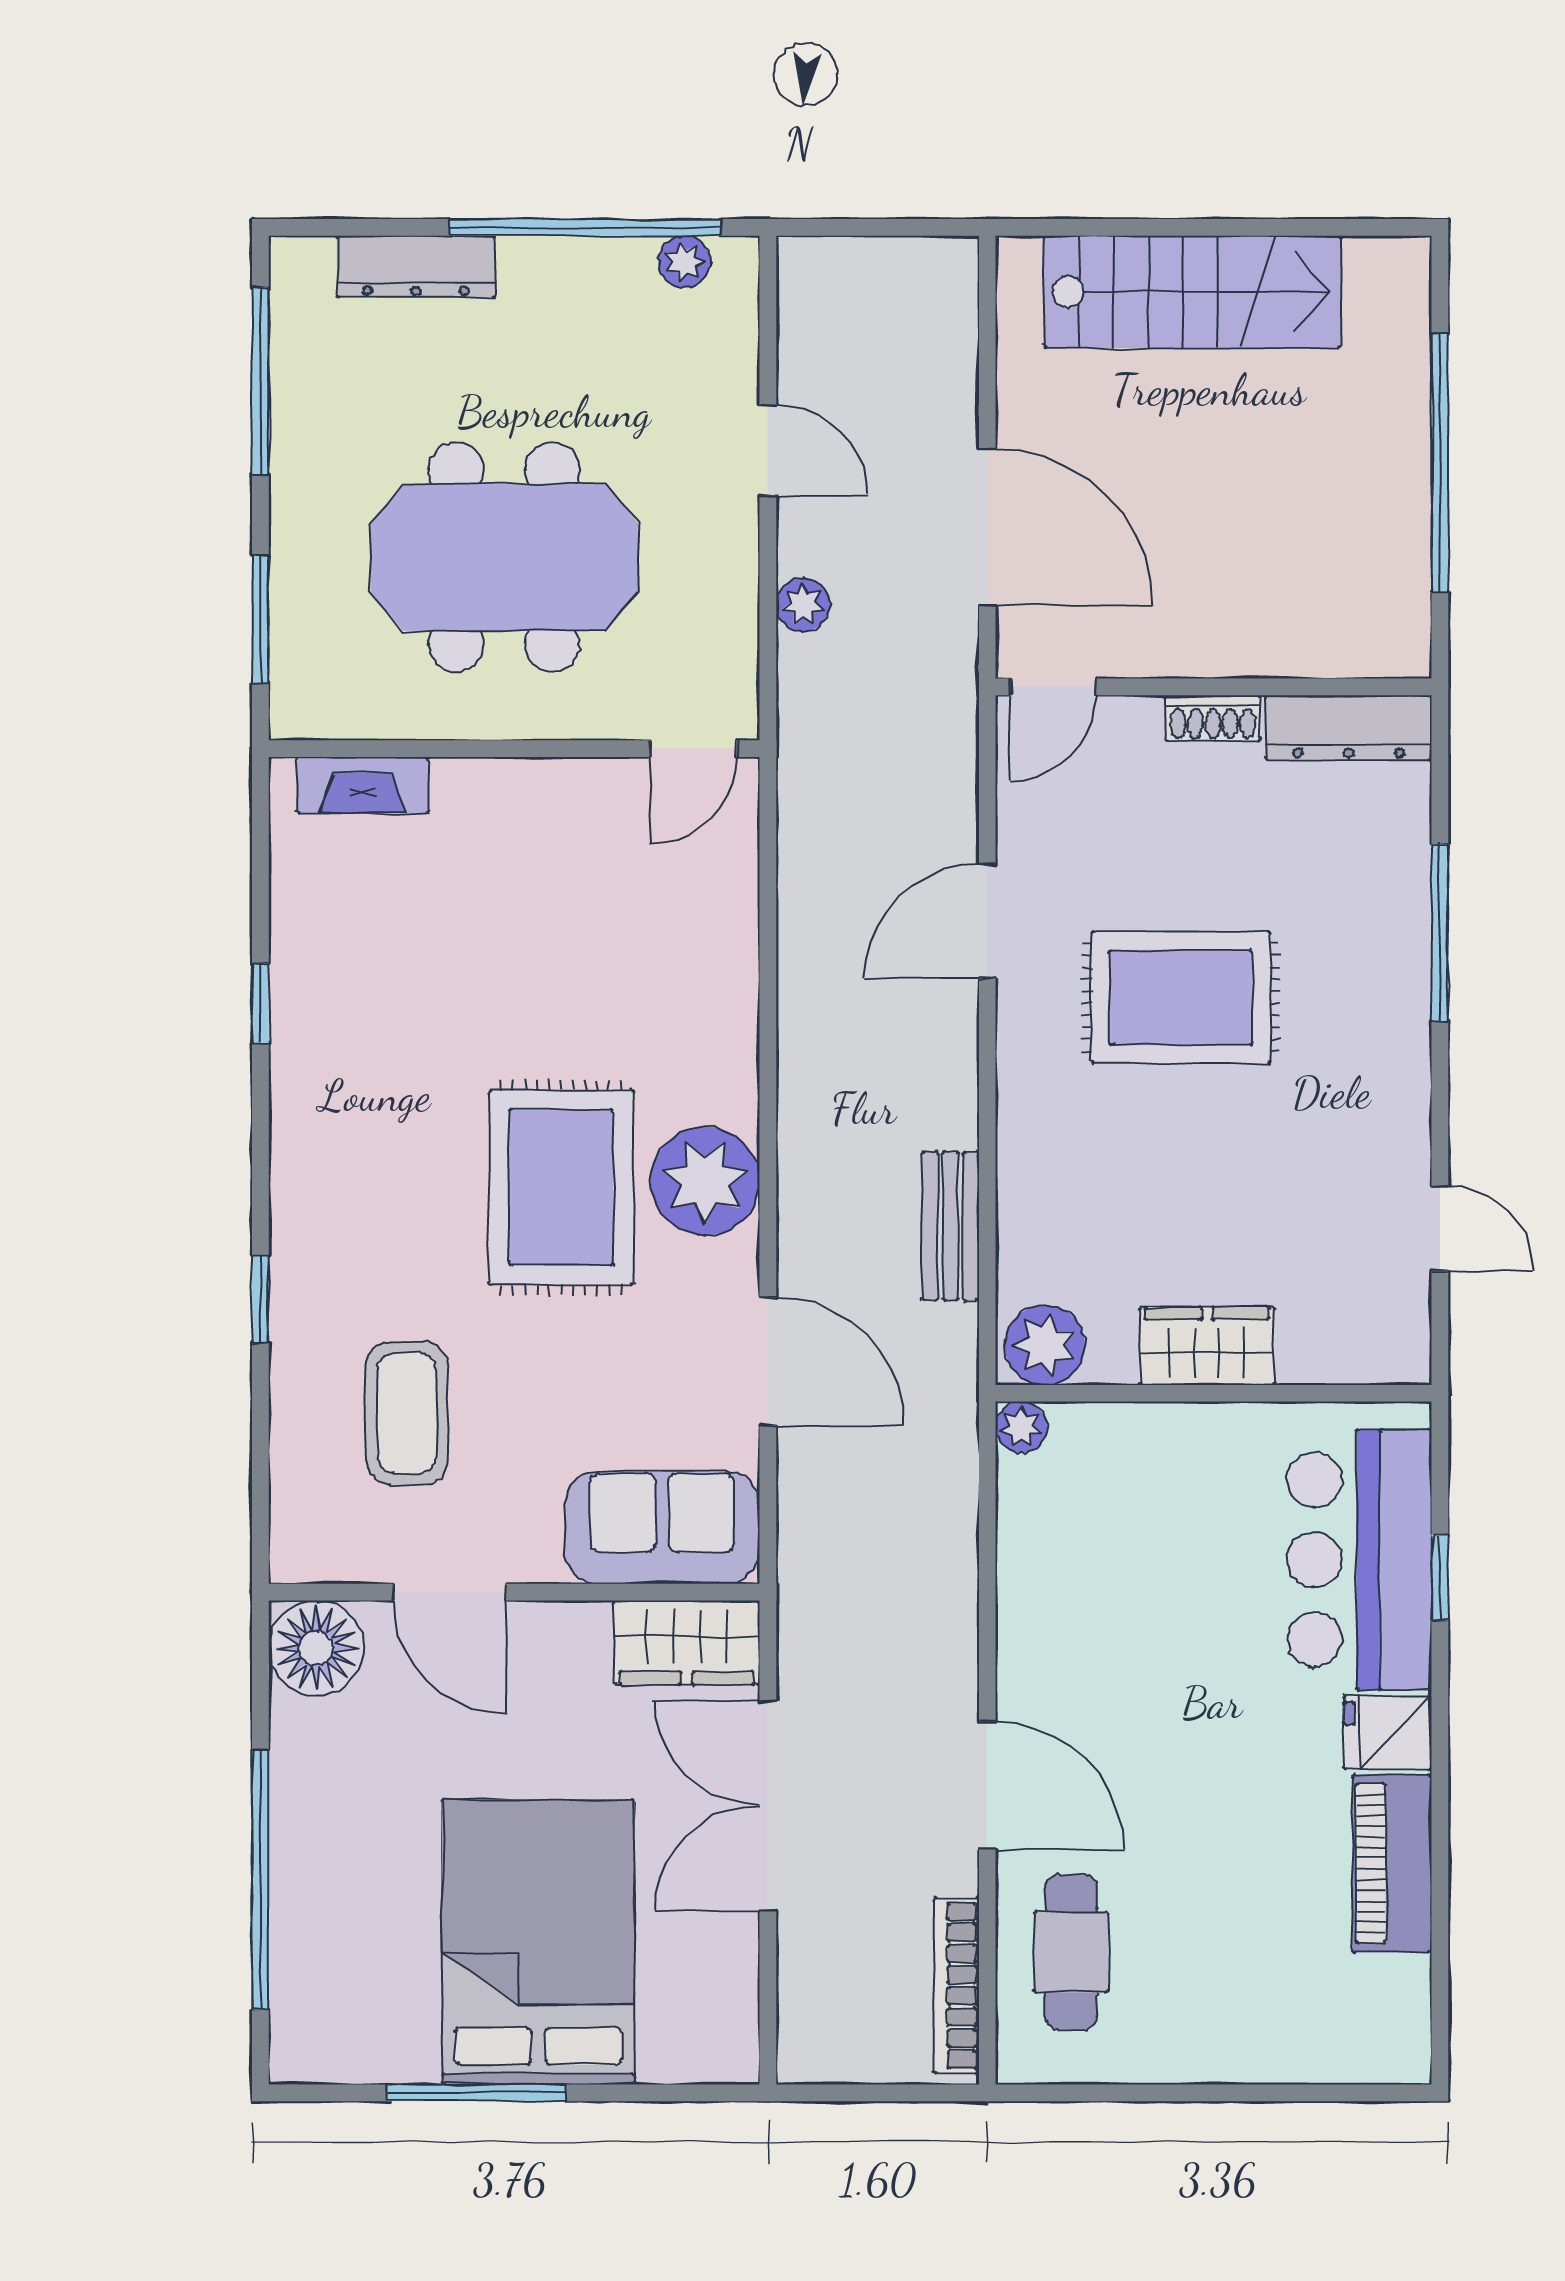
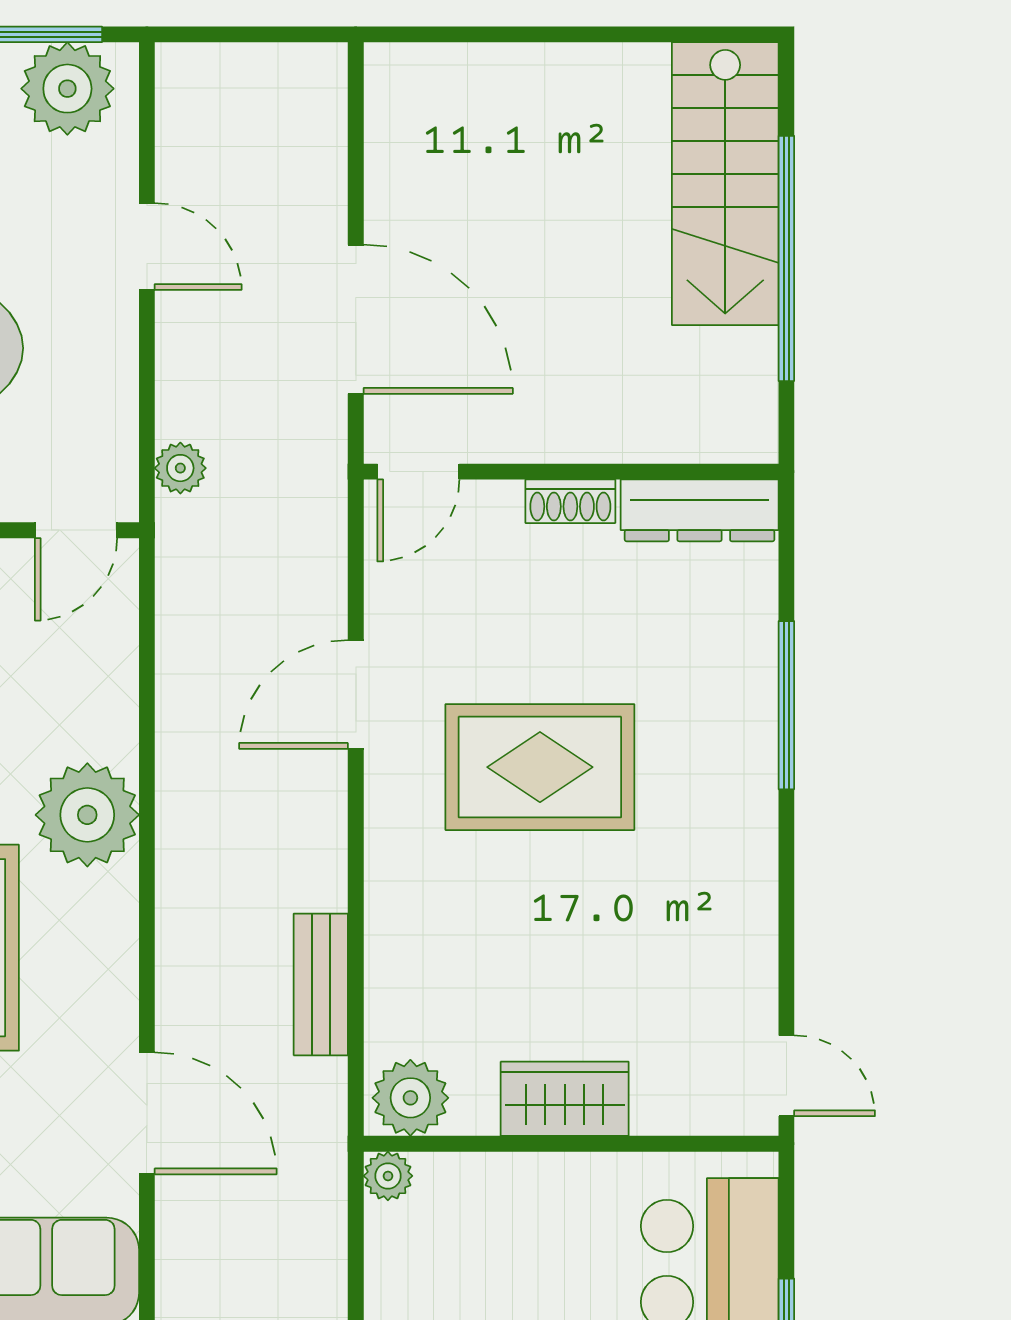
plant: (684, 262) -> (67, 89), width x1.88, depth x1.88
stairs: (1193, 292) -> (725, 184), moved, turned 90
plant: (803, 605) -> (180, 468), moved
plant: (705, 1181) -> (87, 815), moved
door: (1440, 1229) -> (786, 1076), moved

